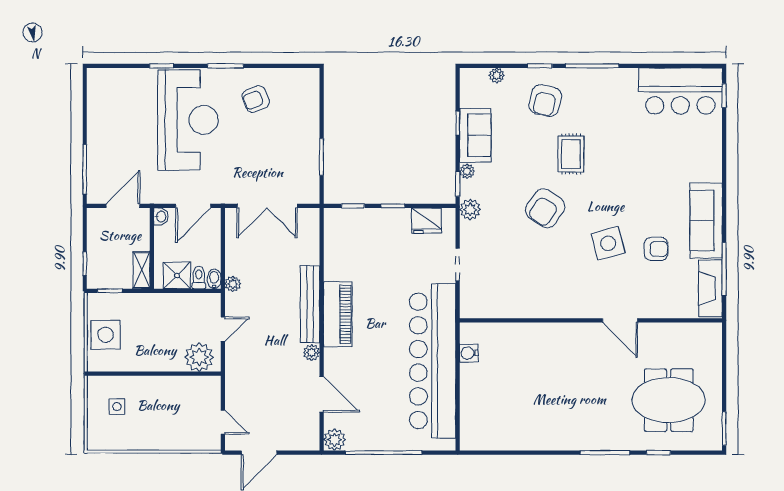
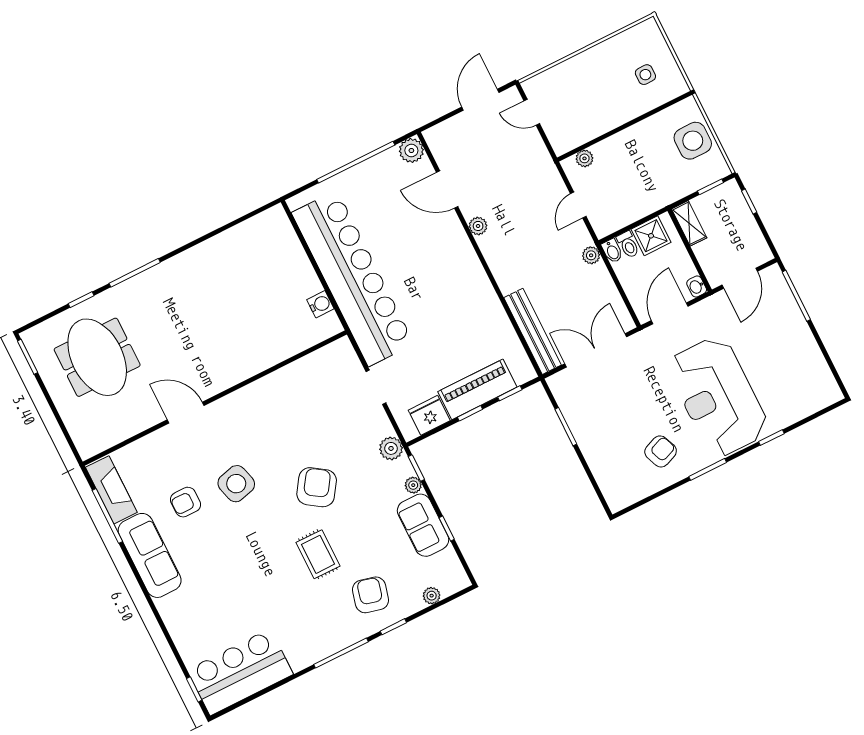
bench: (310, 304) -> (533, 331), moved
piano: (338, 314) -> (477, 389), moved, turned 90
plant: (199, 357) -> (584, 158), width x0.53, depth x0.53
meeting table: (669, 400) -> (97, 357), turned 90

